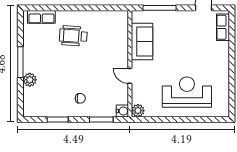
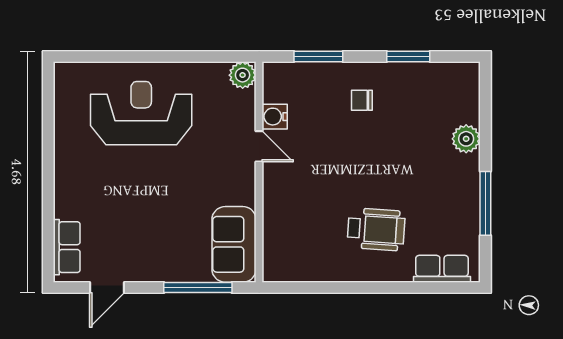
sofa: (142, 42) -> (234, 244), moved
window: (20, 62) -> (485, 203), moved
reception desk: (187, 92) -> (141, 113), turned 180
water cooler: (122, 111) -> (275, 117), moved

